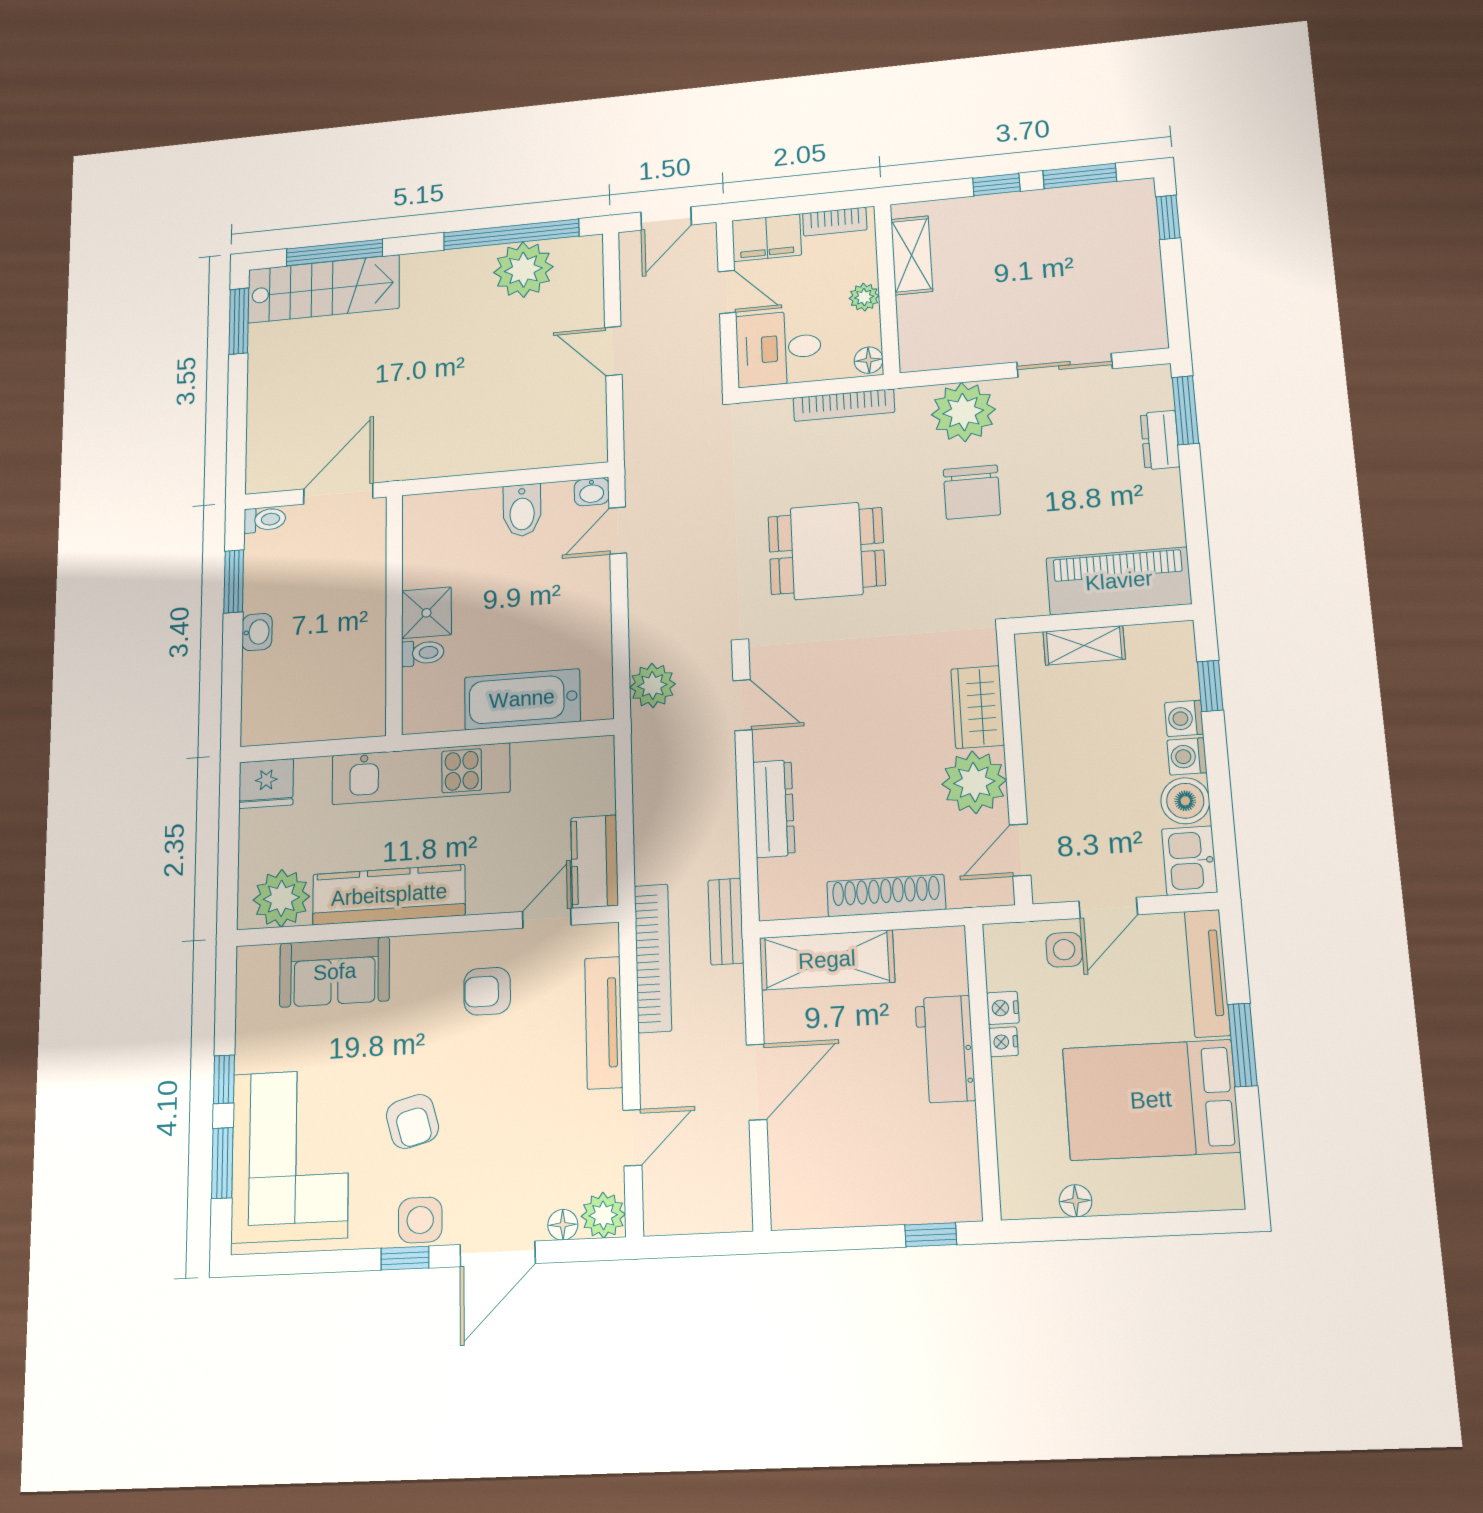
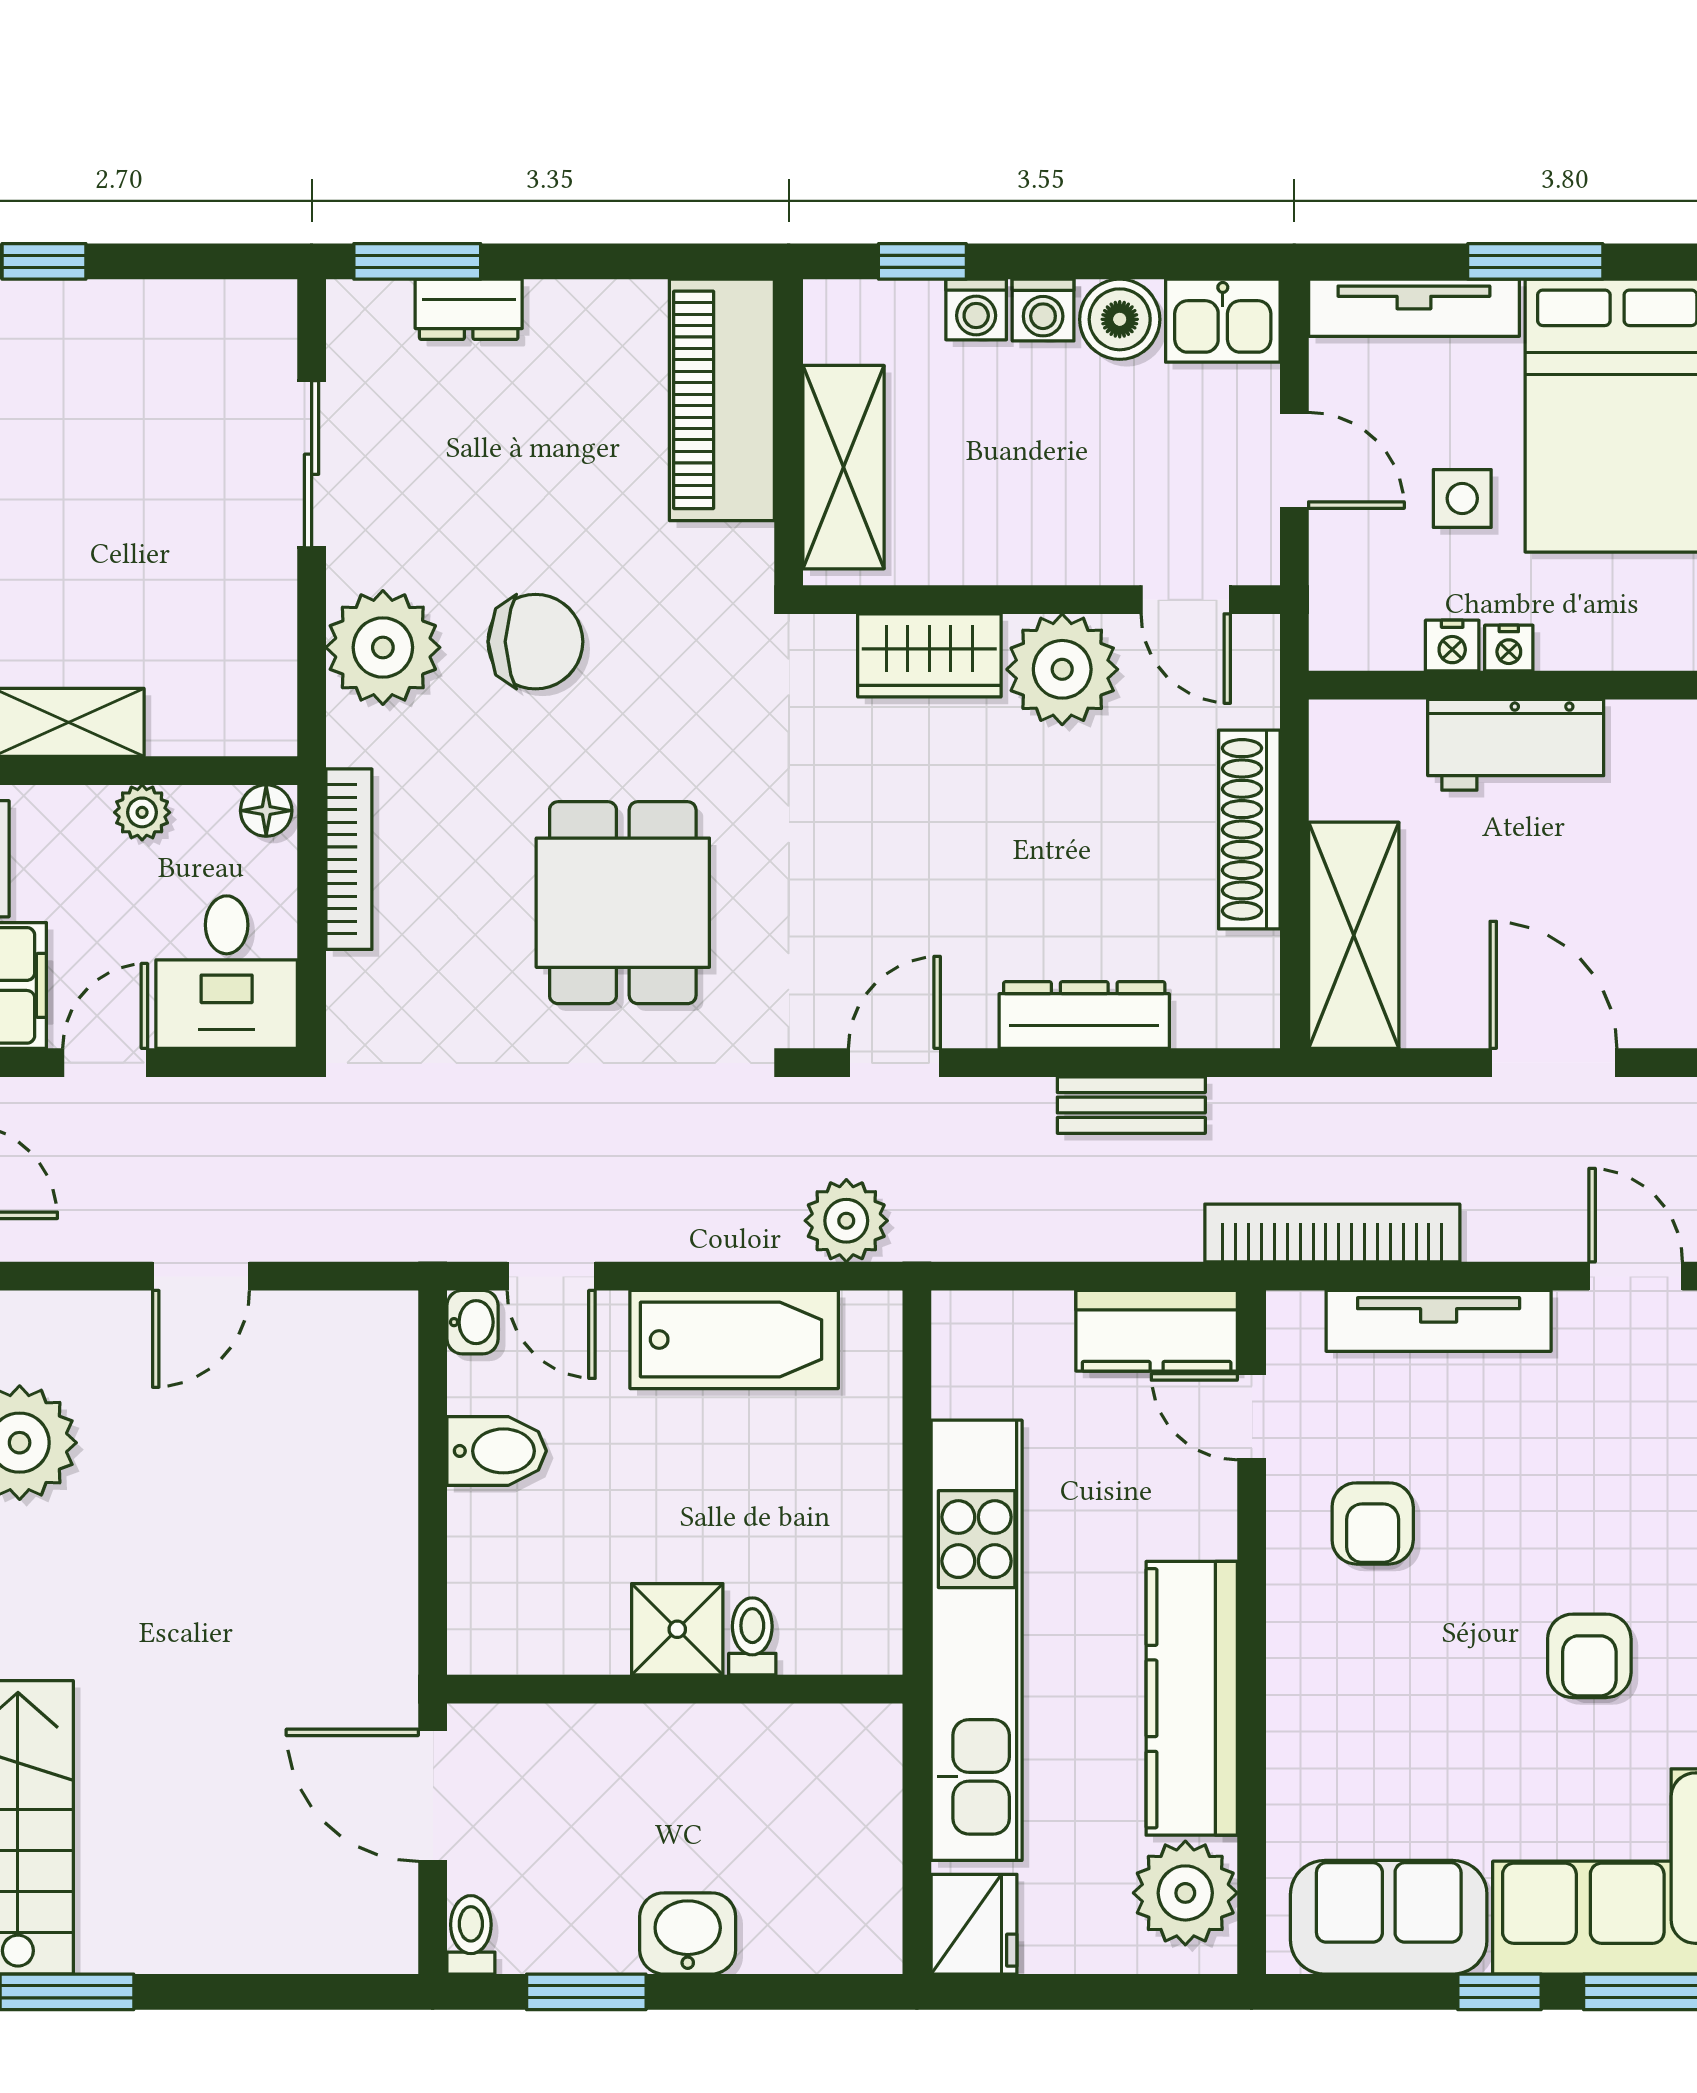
washbasin: (257, 632) -> (688, 1933), width x1.38, depth x1.45
shelving: (1084, 645) -> (844, 467), width x1.50, depth x1.33
bathtub: (522, 699) -> (734, 1340), moved, turned -90
kitchen unit: (421, 774) -> (977, 1640), width x1.36
bench: (726, 921) -> (1131, 1105), moved
side table: (1064, 950) -> (1462, 498), moved
sofa: (335, 972) -> (1389, 1917), moved, turned -90
armchair: (412, 1121) -> (1589, 1656), turned 105

